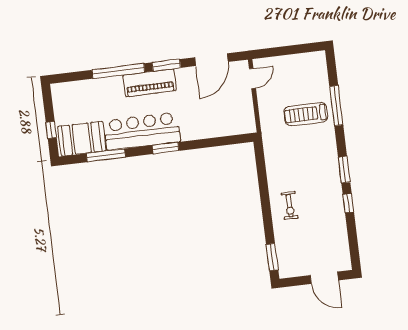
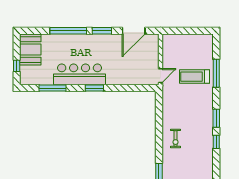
door: (252, 78) -> (161, 76), moved
piano: (150, 83) -> (89, 42), removed
booth: (82, 139) -> (30, 49), moved, turned 90

